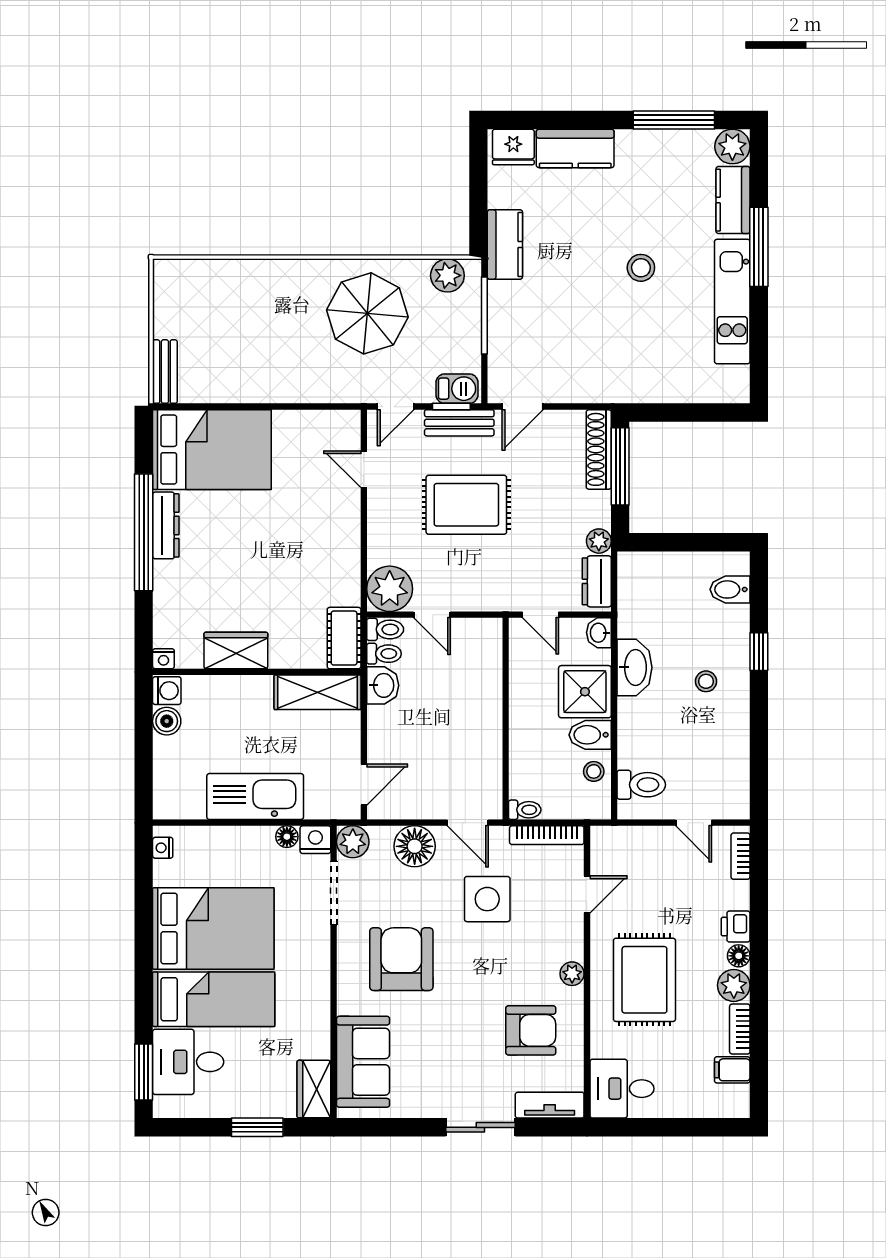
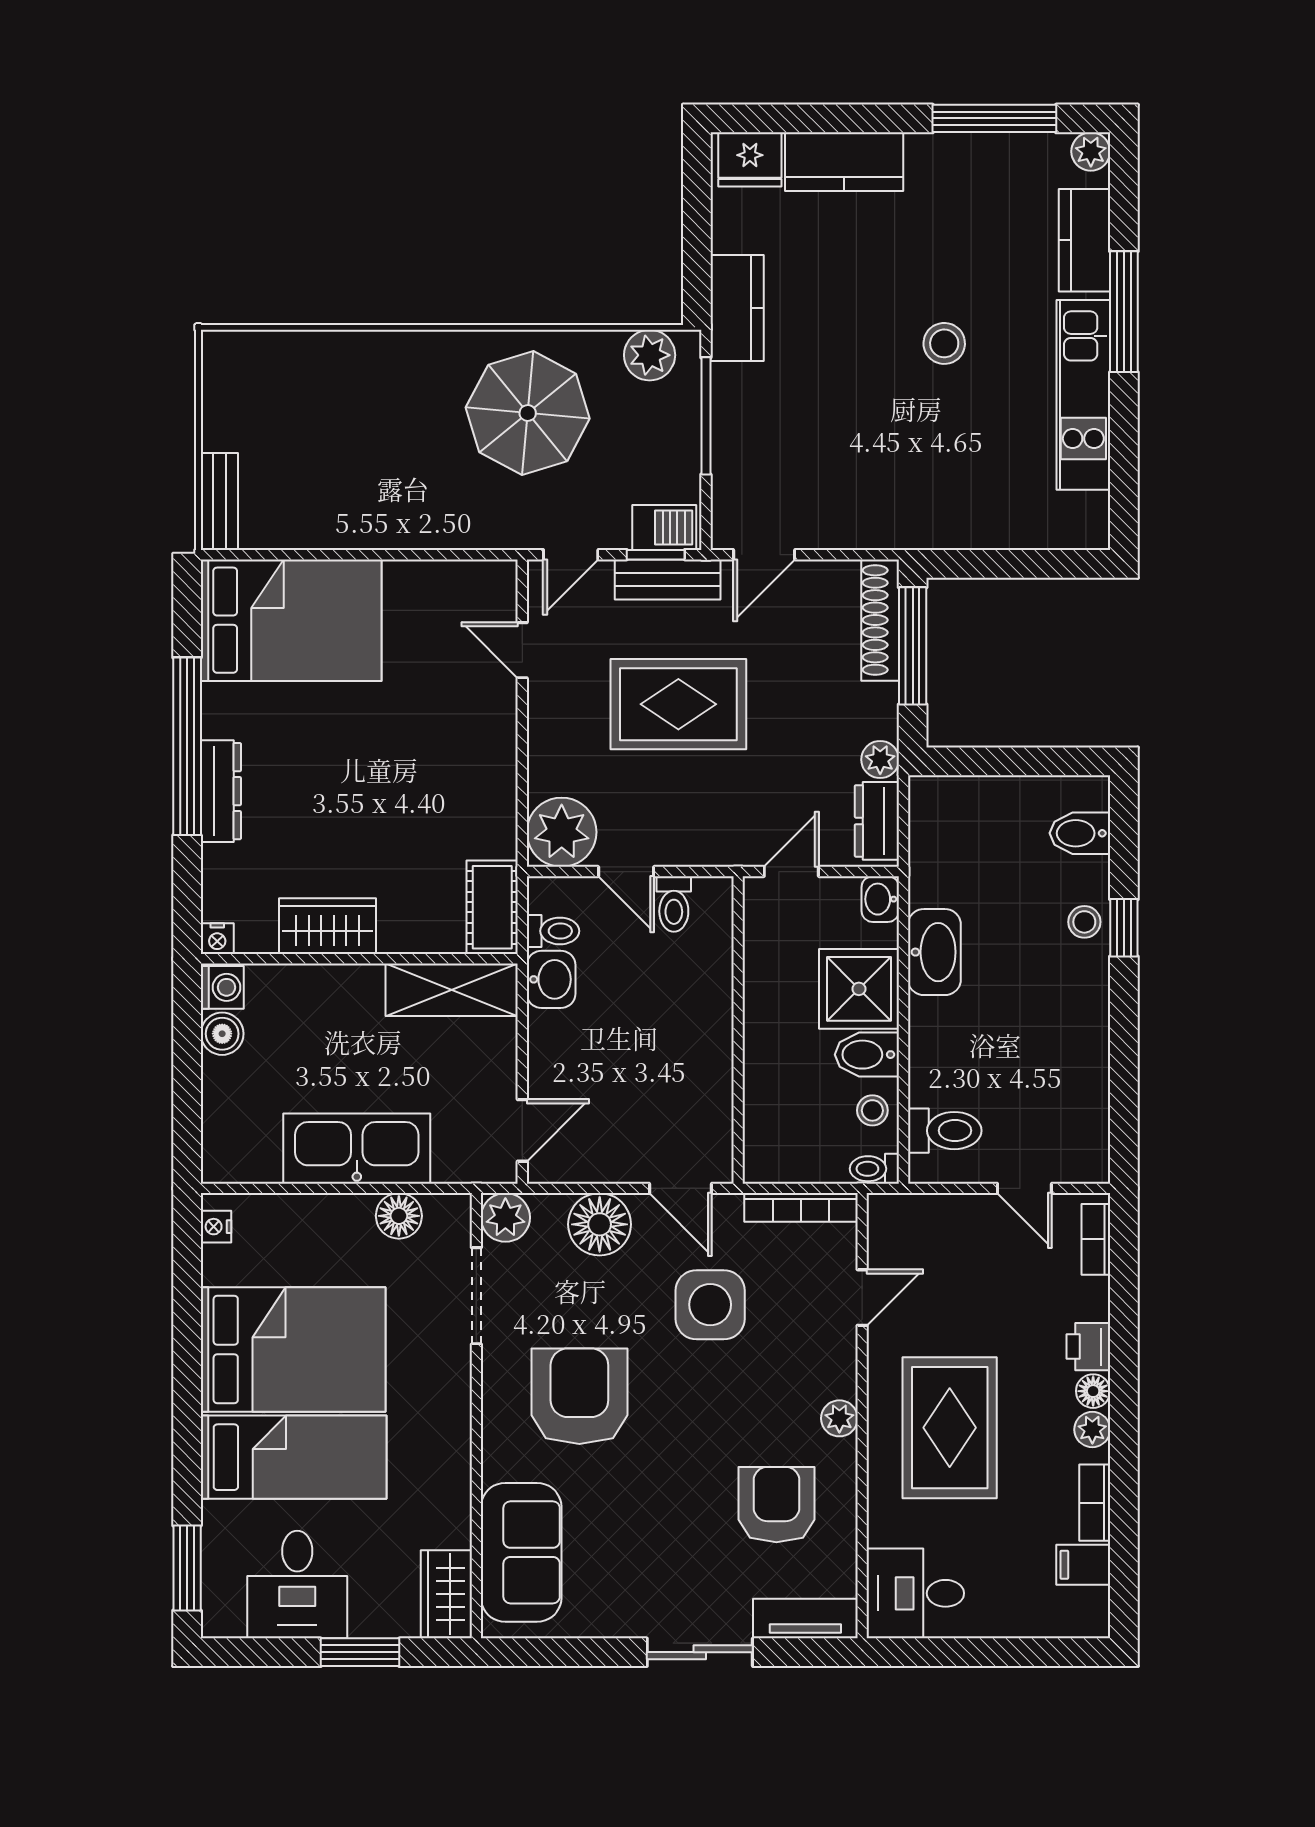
plant: (732, 146) -> (1091, 151), width x0.73, depth x0.73
dresser: (166, 525) -> (221, 791), moved
door: (540, 615) -> (791, 872), swing flipped
toilet: (385, 629) -> (674, 904), moved, turned 90
stool: (706, 681) -> (1084, 922), moved
toilet: (525, 810) -> (874, 1169), moved, turned 180
floor lamp: (287, 837) -> (399, 1216), width x1.37, depth x1.37
nightstand: (315, 840) -> (449, 1214), removed
plant: (734, 985) -> (1092, 1430), width x0.73, depth x0.73
armchair: (531, 1030) -> (776, 1505), turned -90
desk: (188, 1062) -> (297, 1585), moved, turned -90

